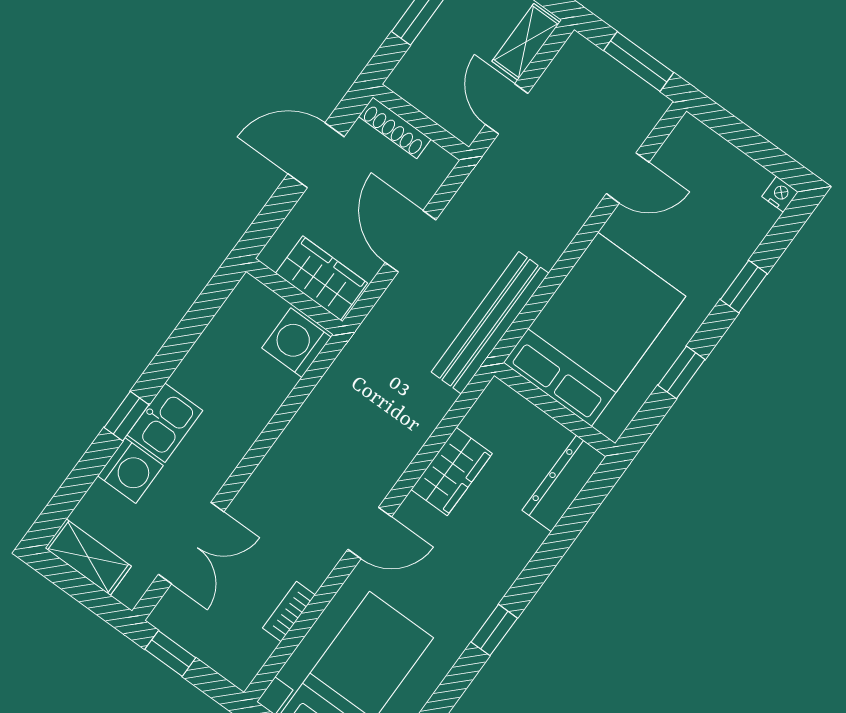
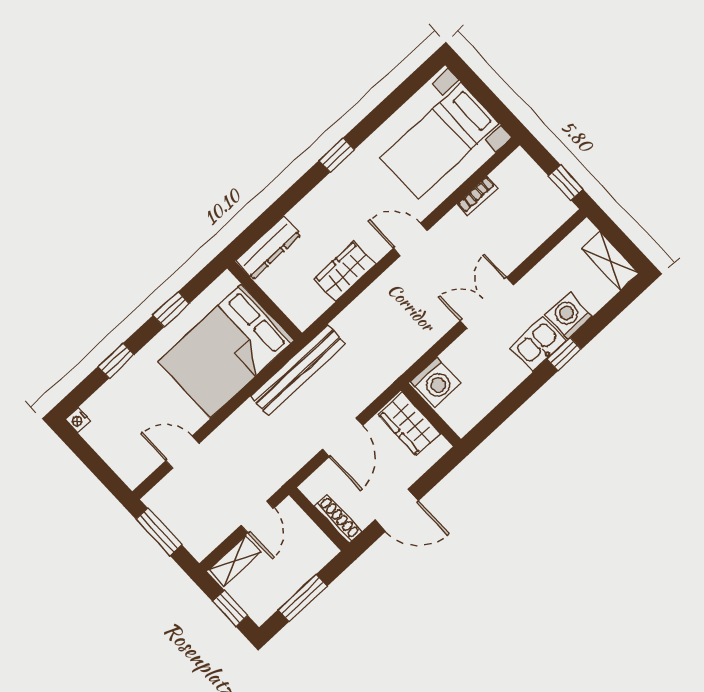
double door: (191, 543) -> (487, 303), moved

